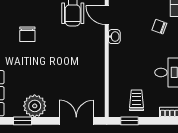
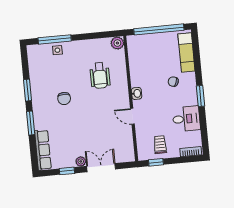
door: (107, 15) -> (132, 116), moved
plant: (35, 106) -> (81, 161), width x0.53, depth x0.53
double door: (76, 121) -> (101, 168), moved

